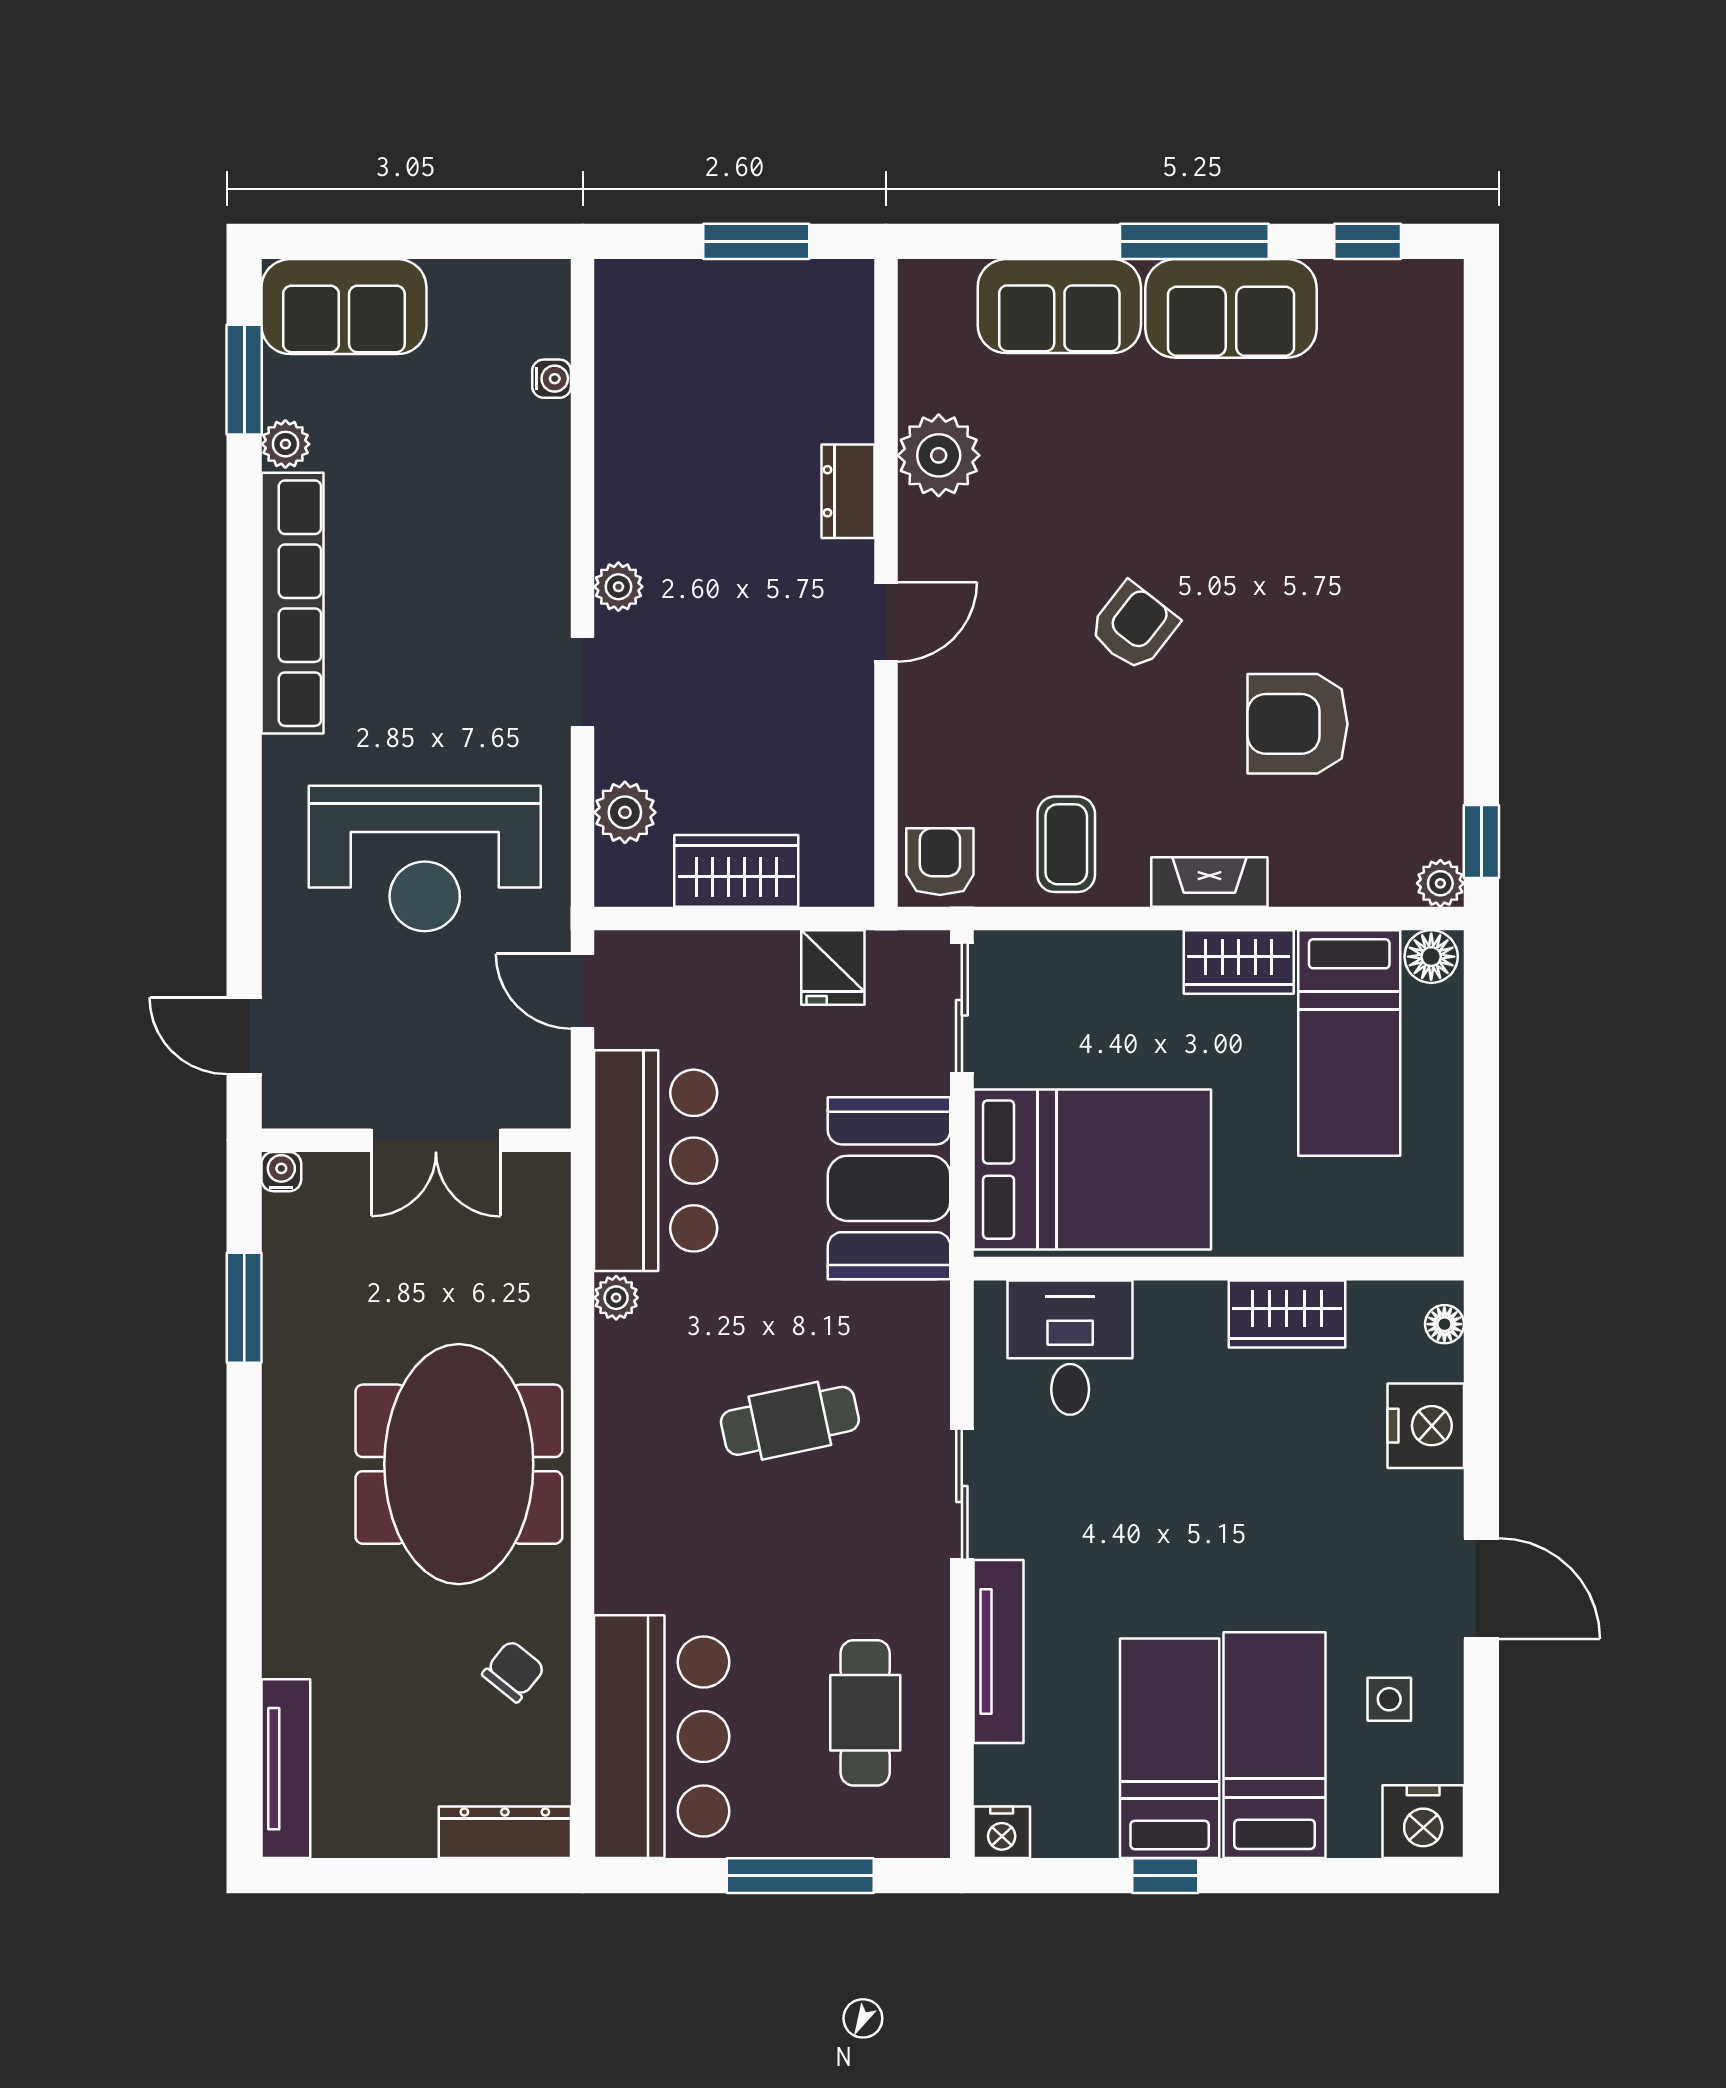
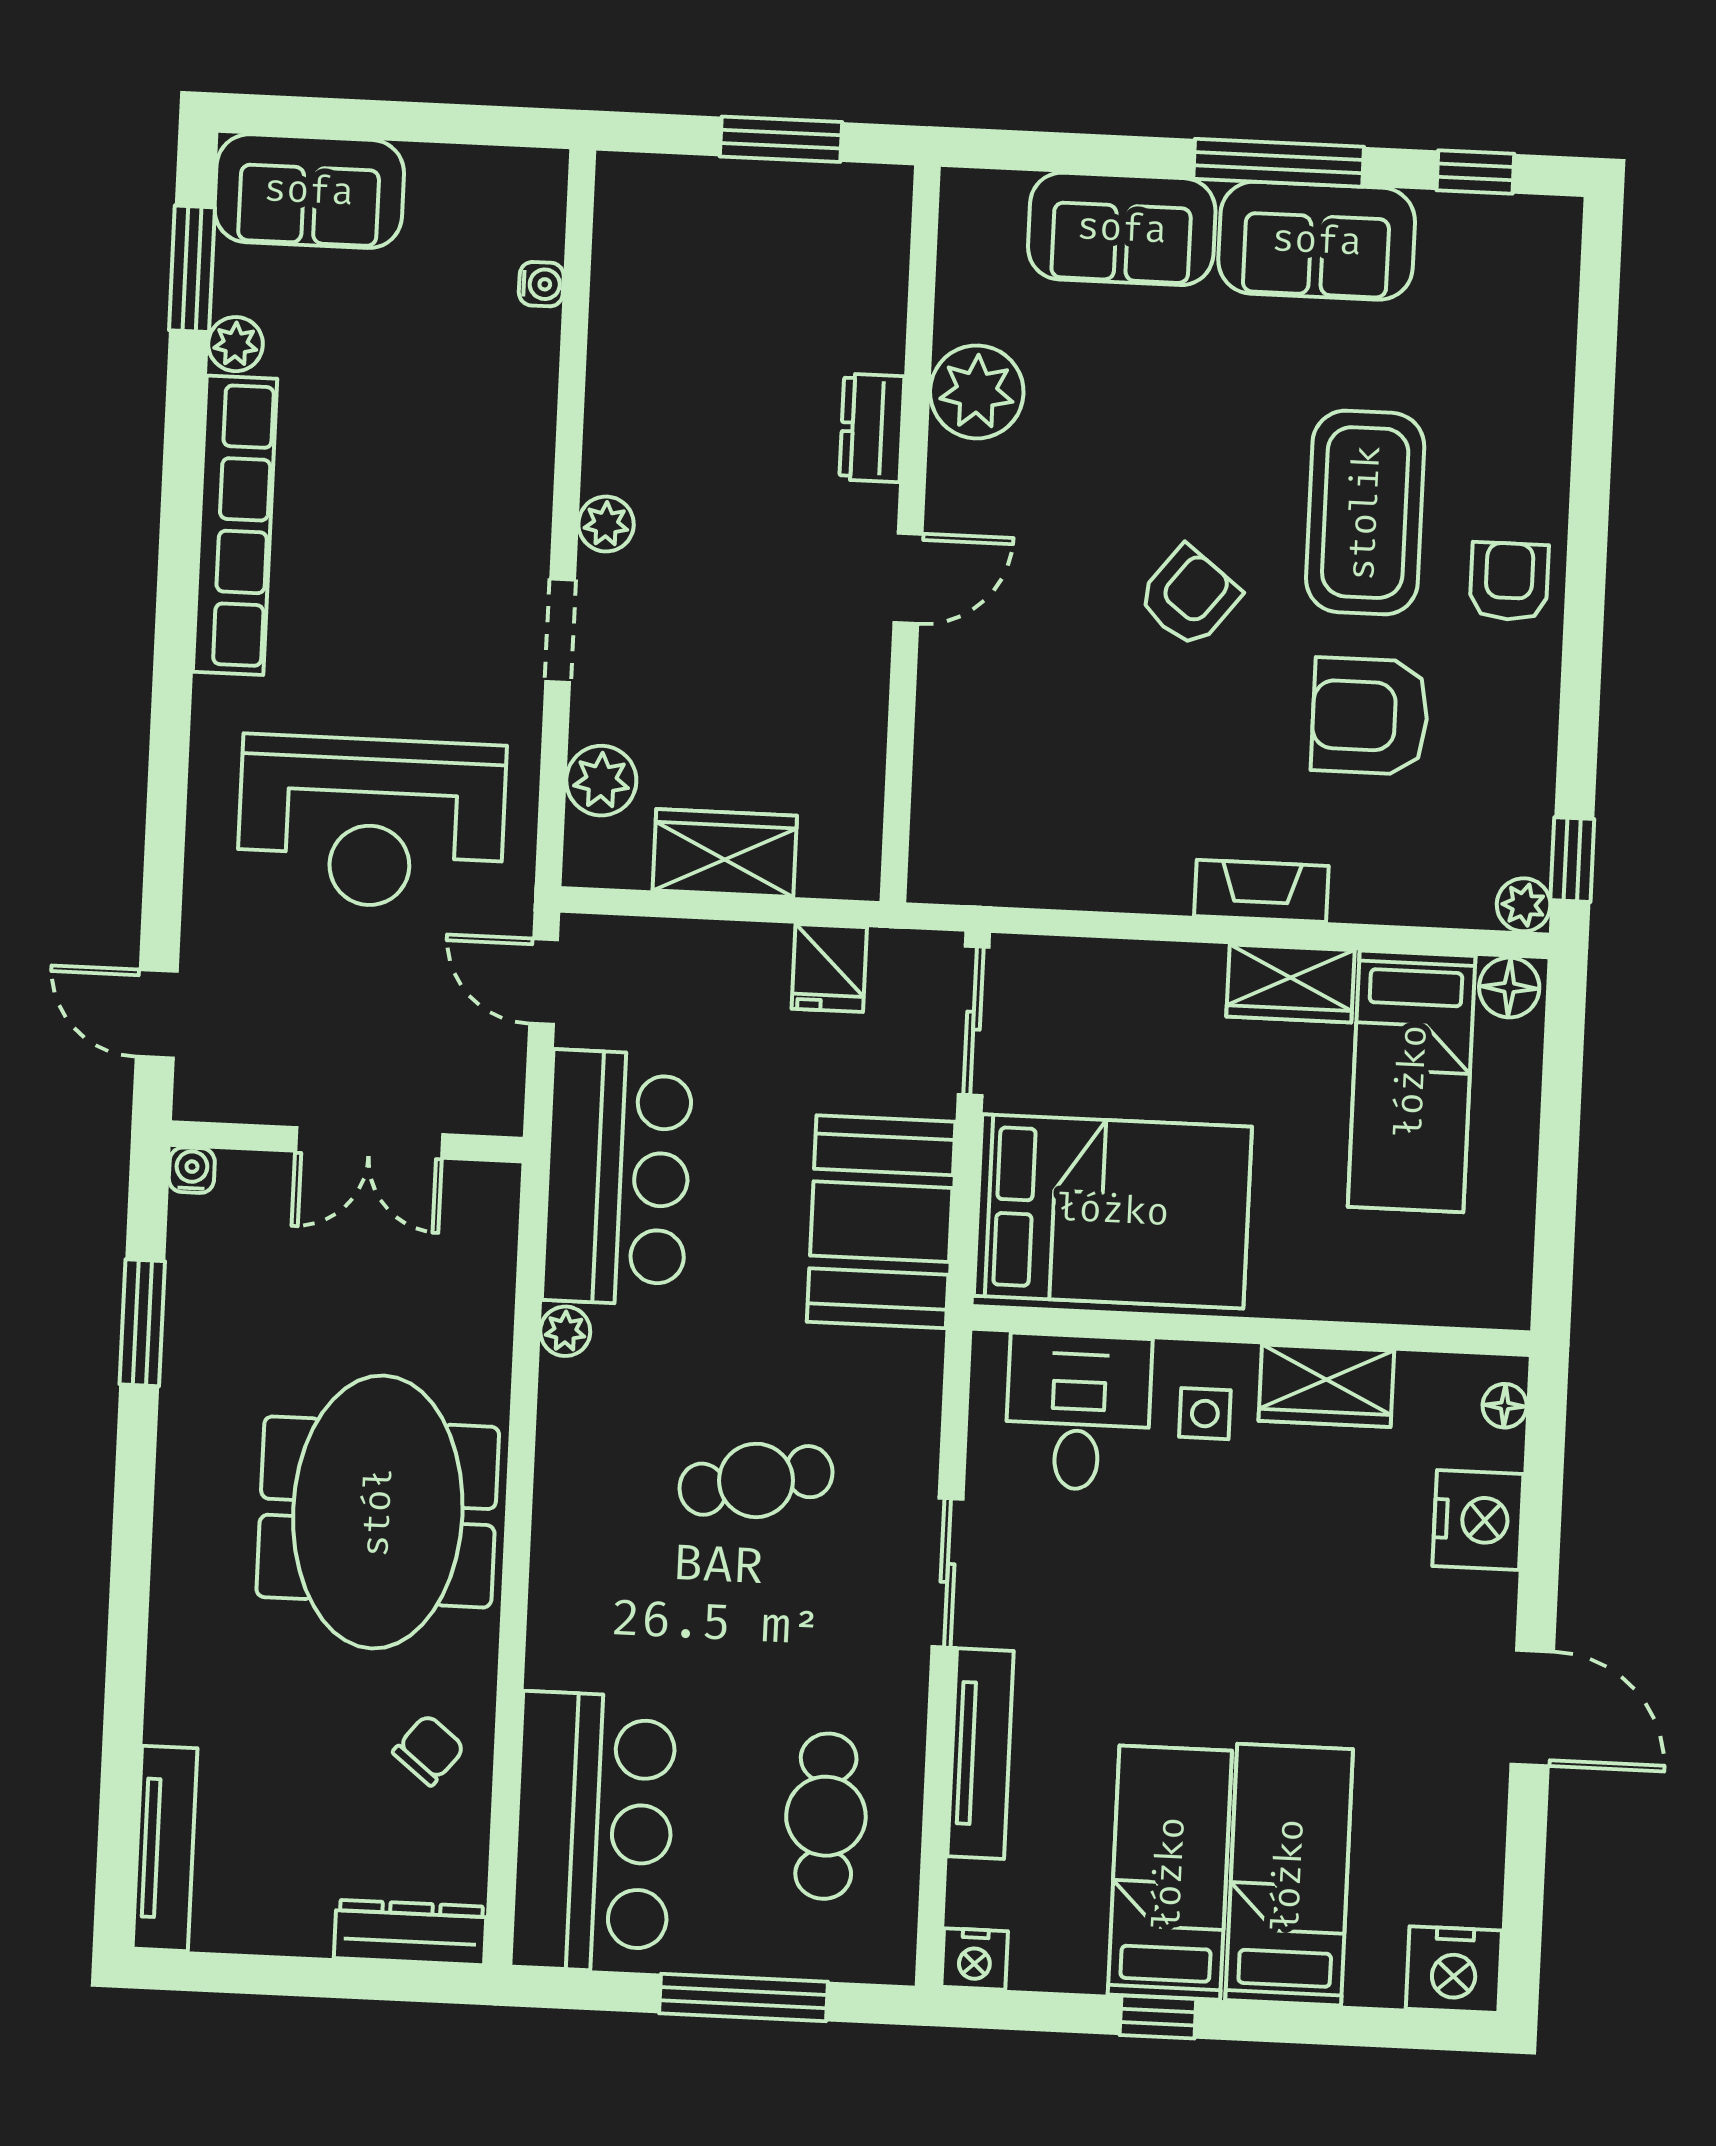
coffee table: (1066, 844) -> (1365, 513), moved, width x1.86, depth x1.72
armchair: (940, 862) -> (1509, 581), moved
side table: (1389, 1699) -> (1205, 1414), moved

